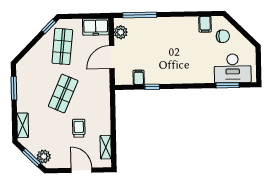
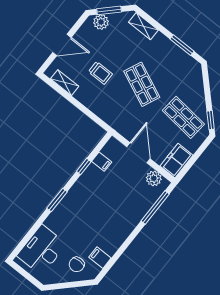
window: (228, 85) -> (57, 200), moved

